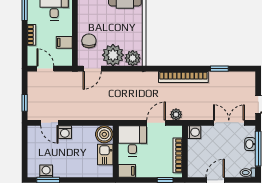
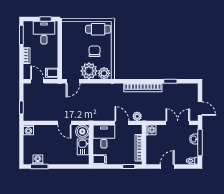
chair: (89, 41) -> (94, 51), moved
filing cabinet: (64, 42) -> (52, 73), moved
door: (49, 123) -> (64, 123), moved
door: (156, 123) -> (122, 123), hinge flipped
washing machine: (65, 132) -> (28, 130), moved

